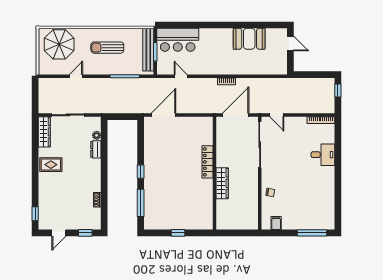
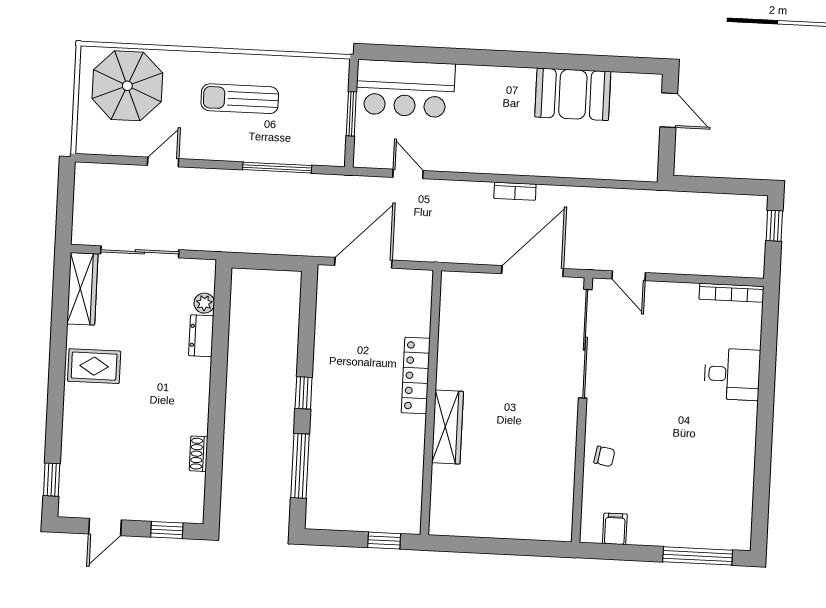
bench: (148, 50) -> (335, 108), removed
locker: (207, 162) -> (416, 376), moved
wall: (214, 173) -> (431, 403), moved
wardrobe: (222, 183) -> (448, 427), moved

